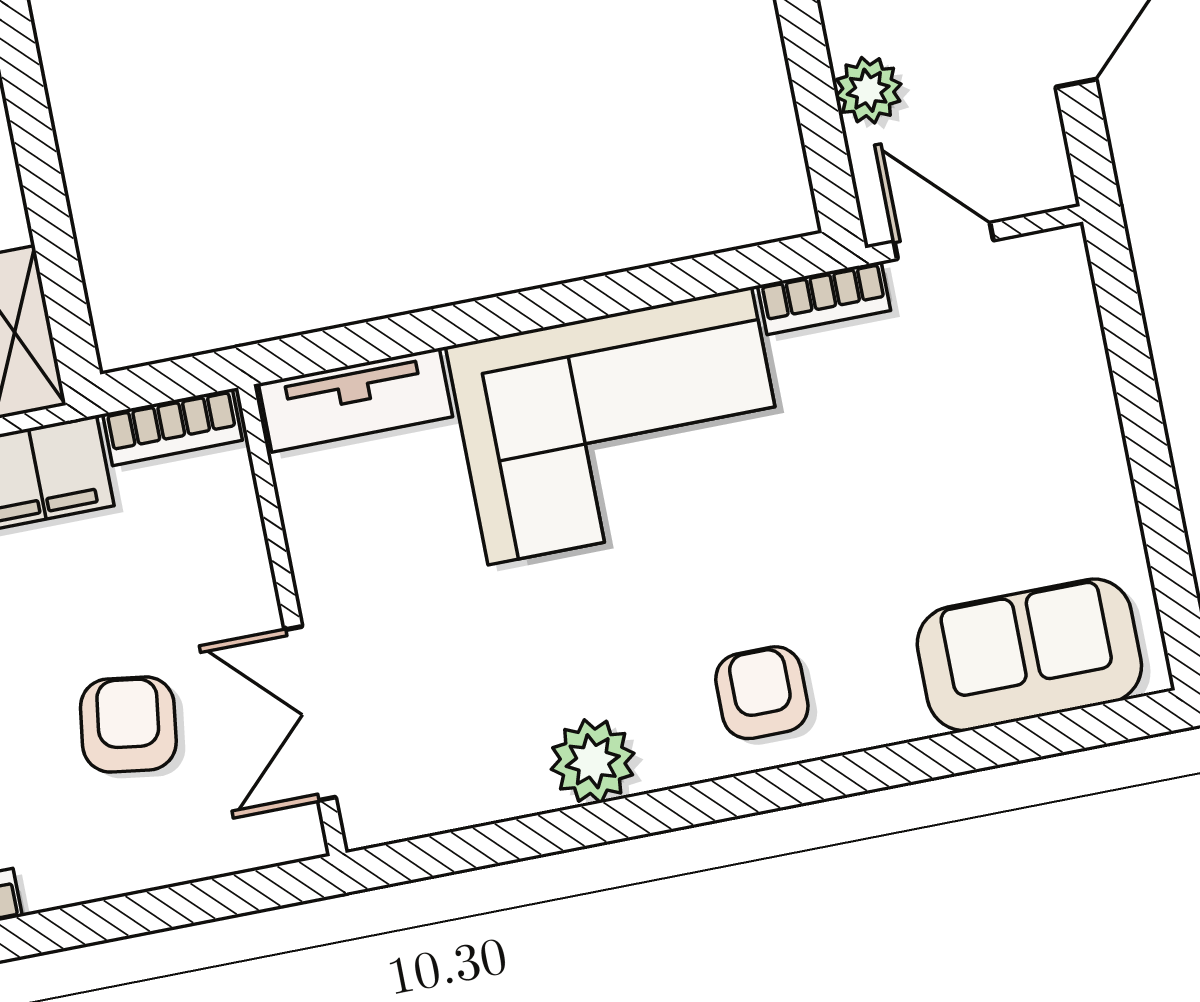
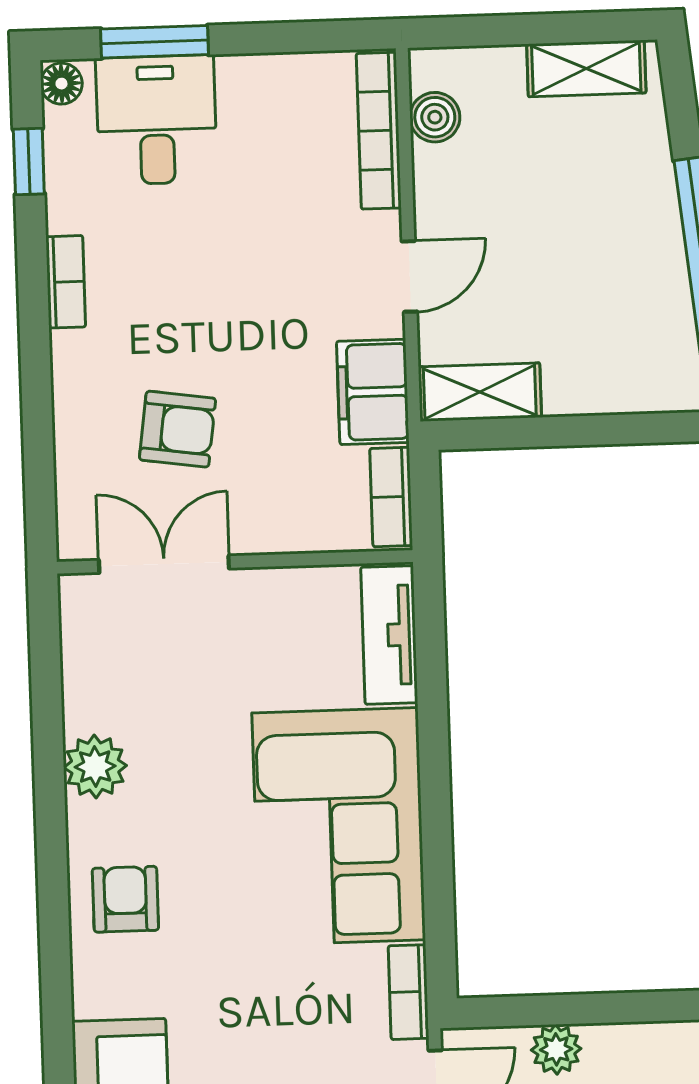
armchair: (762, 693) -> (125, 899), turned -90

